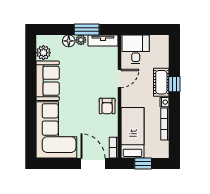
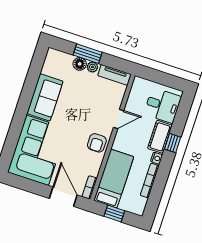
window: (87, 29) -> (88, 54), moved
desk: (136, 49) -> (163, 105), moved, turned 90
plant: (43, 53) -> (50, 67), removed

